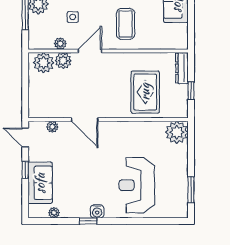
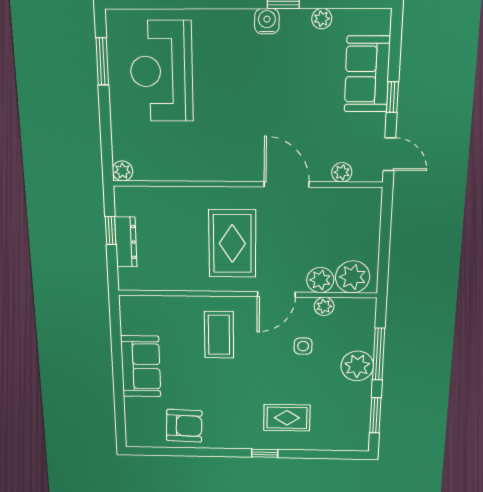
dresser: (182, 68) -> (126, 242), moved
rug: (145, 92) -> (232, 244), moved
plant: (177, 132) -> (123, 171), width x0.53, depth x0.53
reception desk: (137, 185) -> (162, 71), moved, turned 180
plant: (54, 213) -> (322, 19), moved

